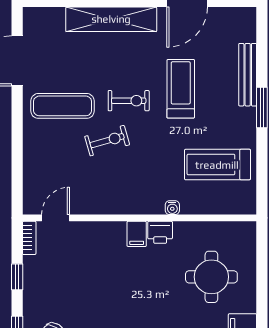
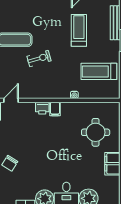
exercise bike: (129, 101) -> (51, 37), removed
printer: (160, 232) -> (42, 108), moved

